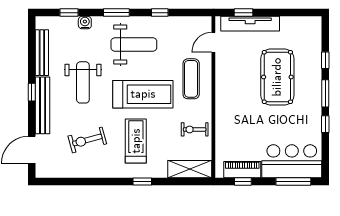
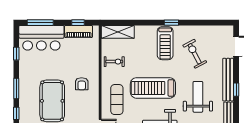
armchair: (238, 100) -> (82, 84), added
window: (325, 124) -> (16, 54), moved
exercise bike: (87, 140) -> (195, 54), turned -103
treadmill: (136, 141) -> (165, 43), moved
window: (142, 181) -> (171, 23), moved

